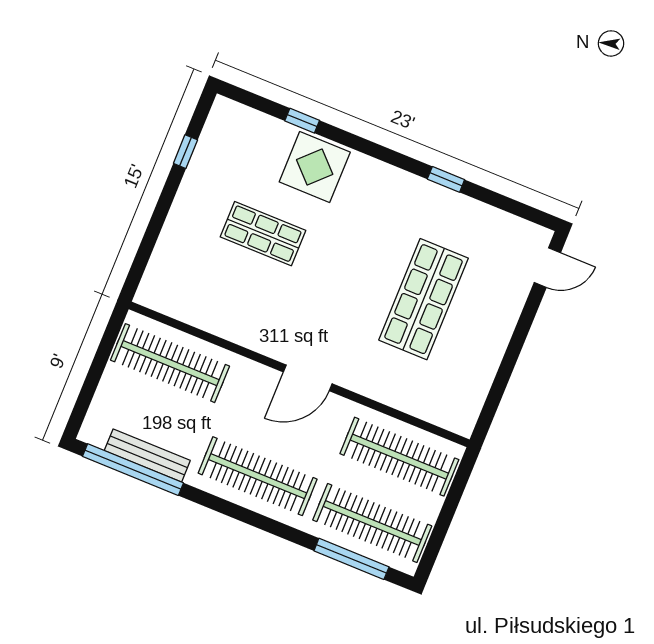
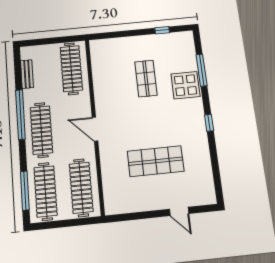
window: (302, 121) -> (202, 70), width x2.17
window: (446, 179) -> (209, 123), moved
door: (547, 268) -> (179, 211), moved
bench: (147, 455) -> (27, 74), width x0.73
window: (133, 470) -> (20, 114), moved

